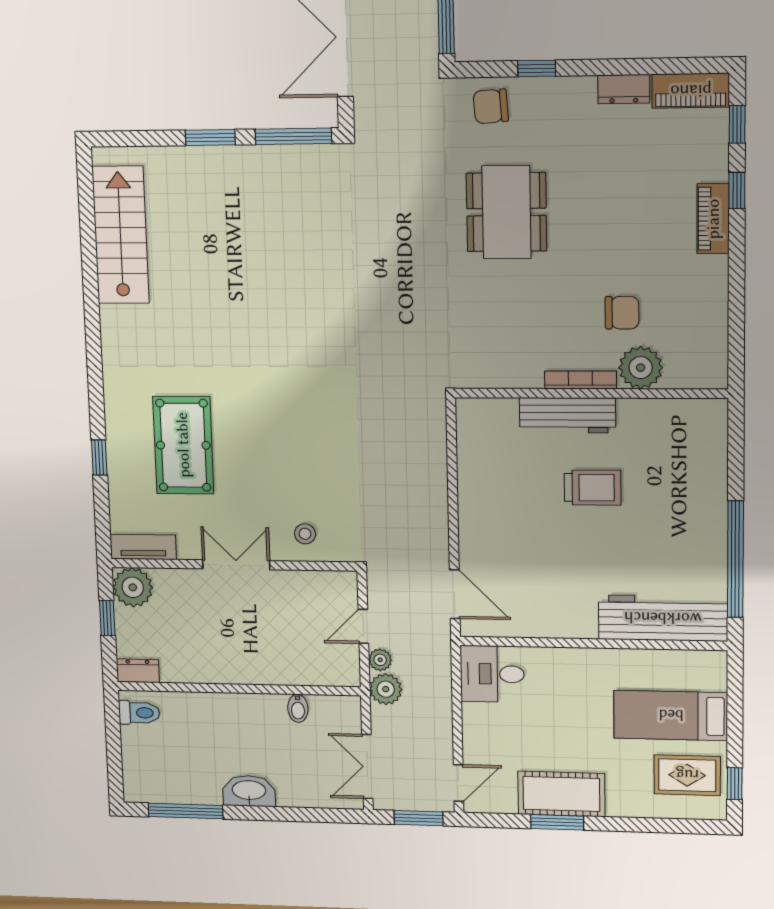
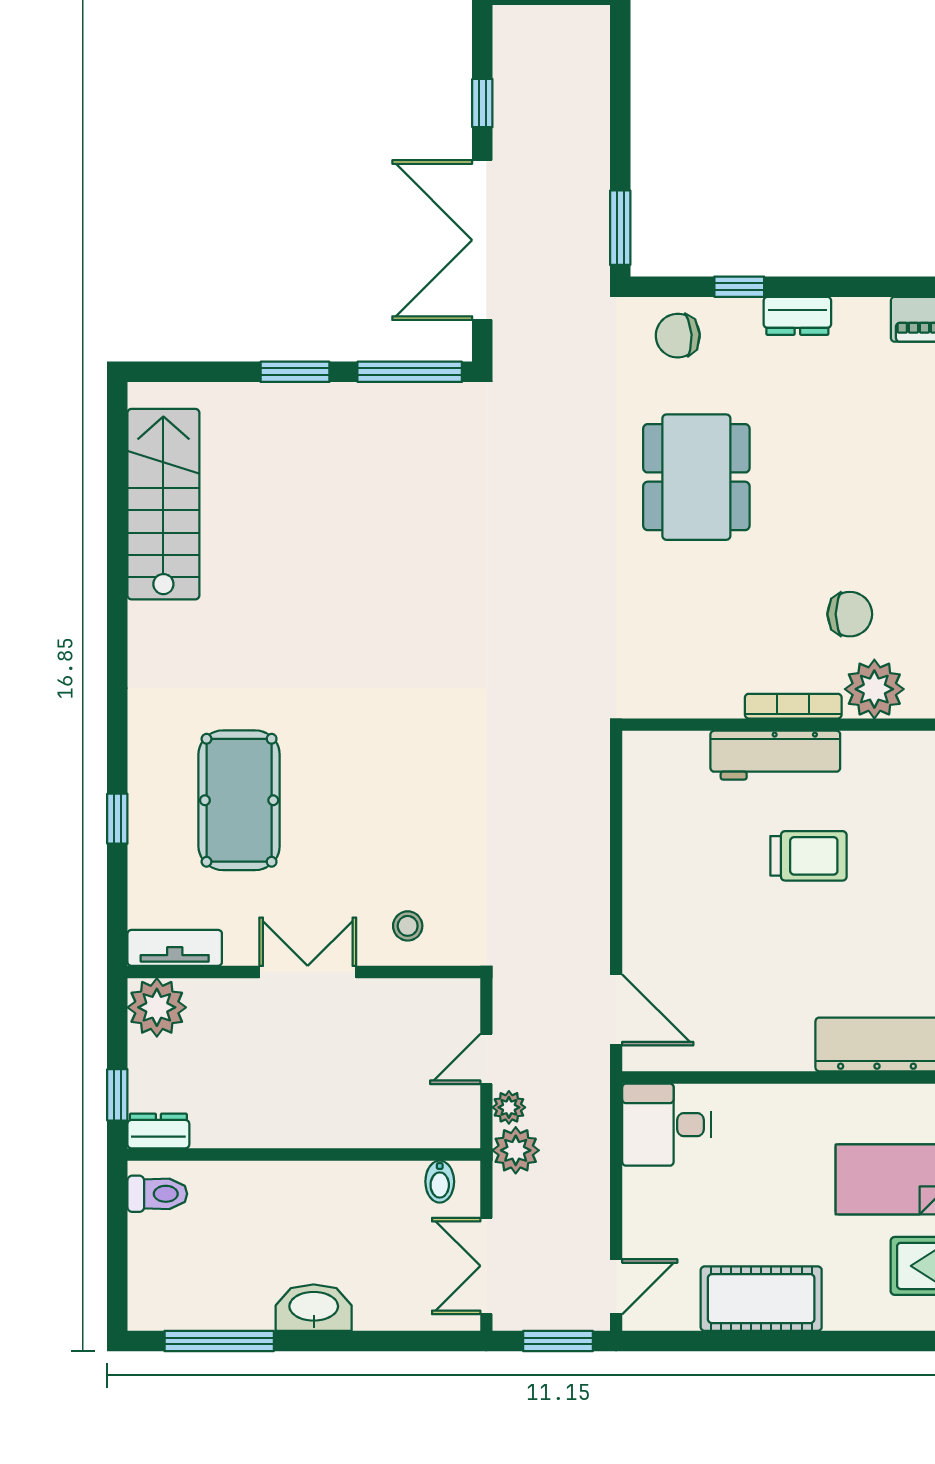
dresser: (624, 89) -> (797, 316), moved
window: (107, 618) -> (117, 1095), moved
bidet: (298, 708) -> (440, 1182), moved
window: (557, 822) -> (755, 1341), removed

